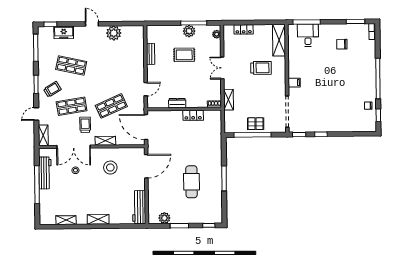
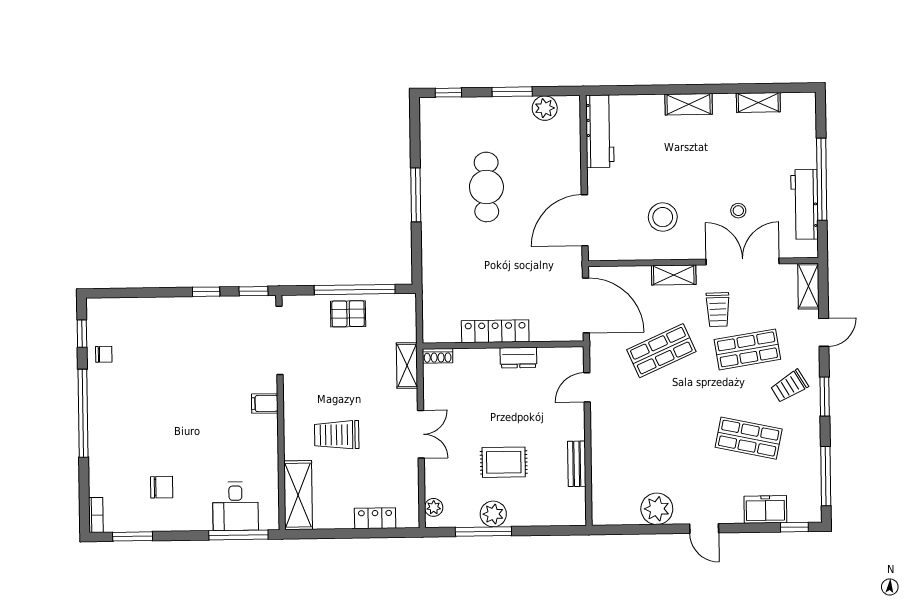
locker: (193, 115) -> (495, 331), width x1.53

